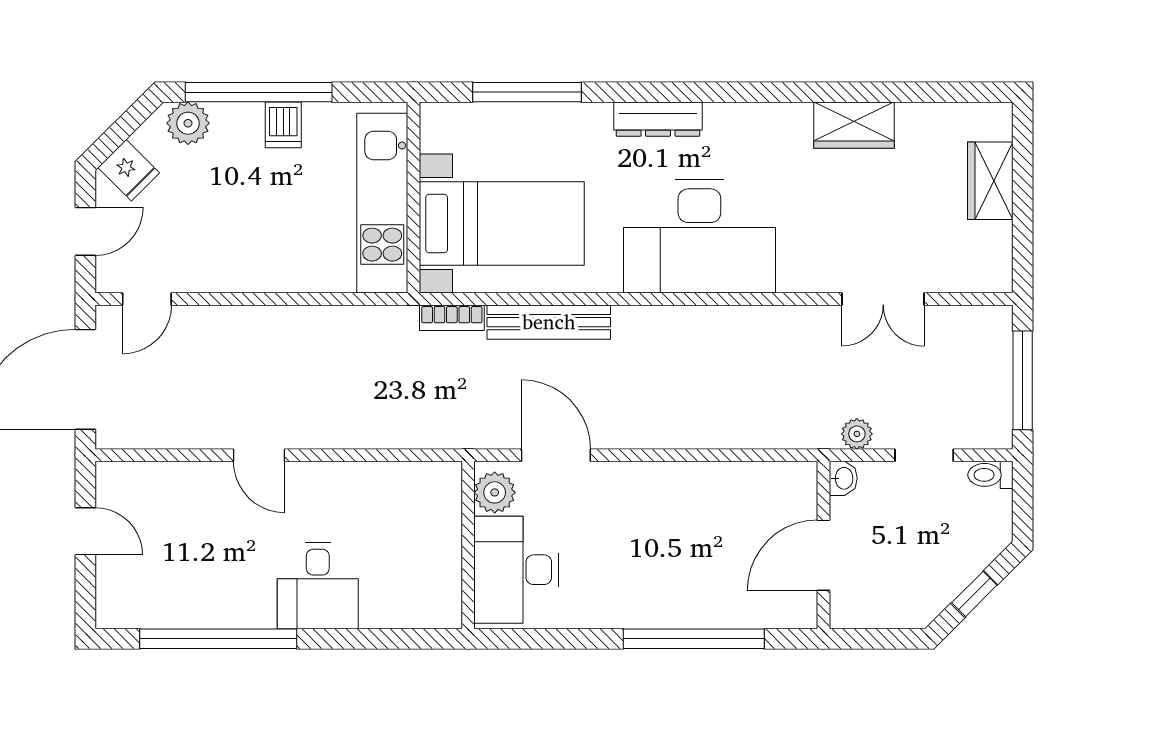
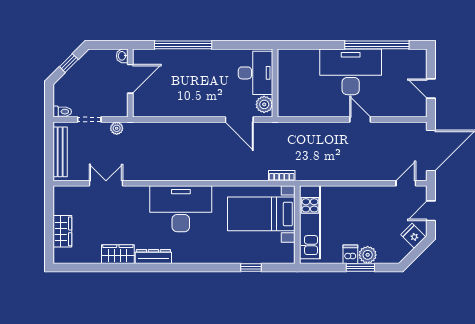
window: (259, 92) -> (360, 267), width x0.47
window: (527, 92) -> (251, 267), width x0.46
dresser: (658, 119) -> (153, 256), moved
plant: (188, 123) -> (368, 255), moved
bench: (549, 322) -> (60, 152), moved, turned 90
window: (1023, 380) -> (49, 150), removed
washbasin: (843, 478) -> (122, 56), moved
desk: (318, 586) -> (351, 72), width x1.87, depth x1.30

